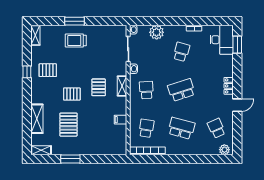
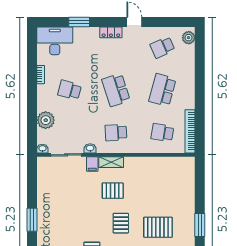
trolley: (76, 41) -> (56, 218), removed
window: (237, 45) -> (79, 22), moved
filing cabinet: (120, 120) -> (92, 164), moved

